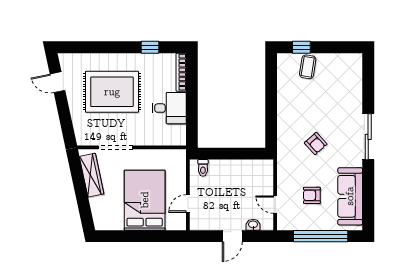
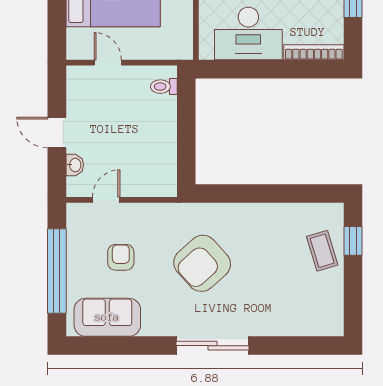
coffee table: (308, 67) -> (322, 251), turned 64
desk: (169, 108) -> (248, 34), width x1.37
armchair: (316, 143) -> (202, 263), width x1.88, depth x1.88
sofa: (350, 196) -> (107, 317), width x0.73

